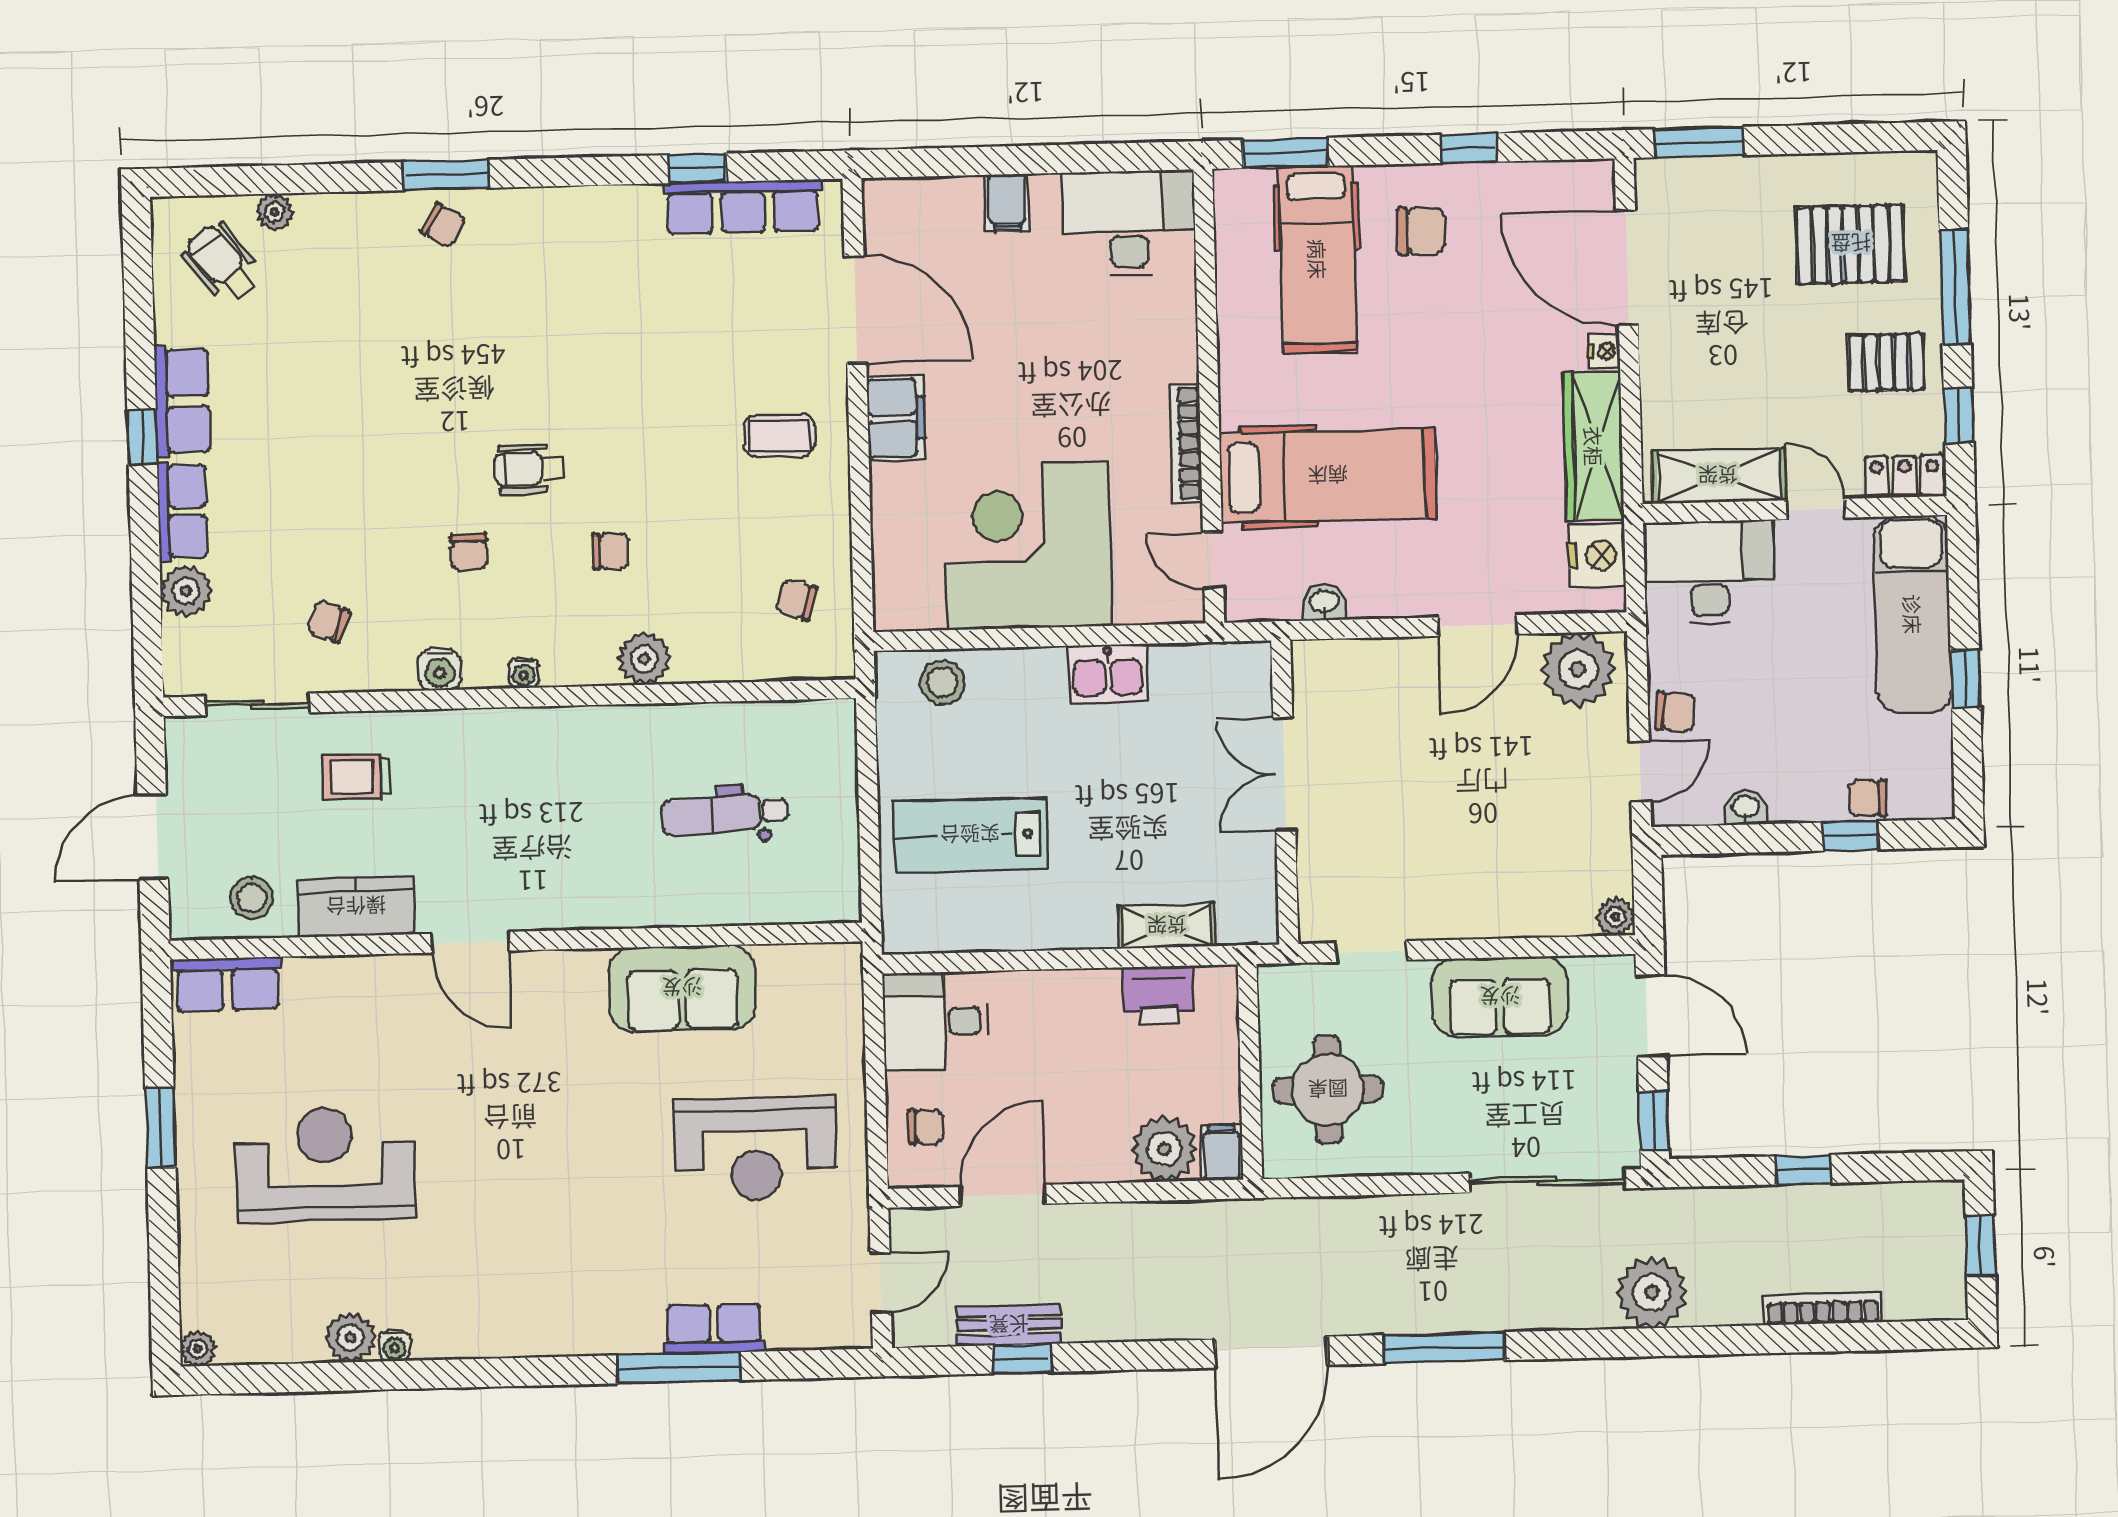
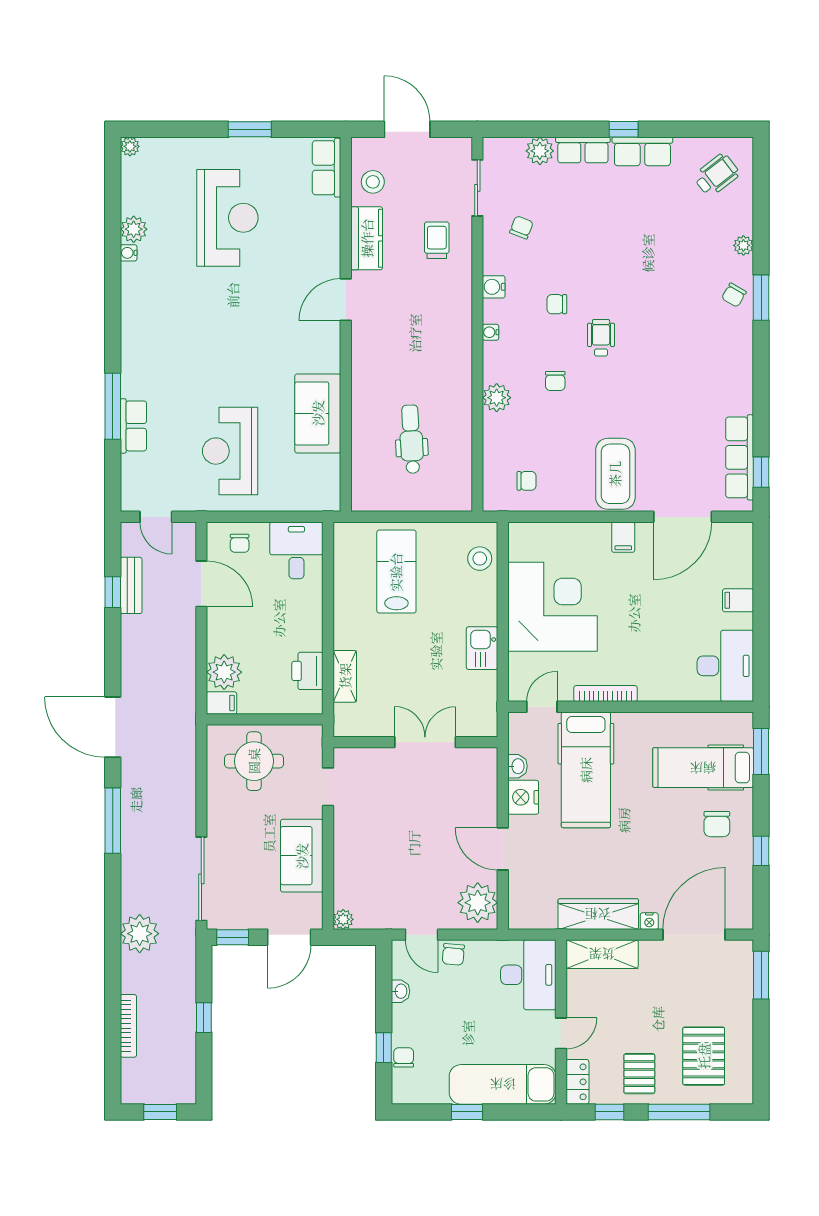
window: (698, 168) -> (761, 472), moved
plant: (274, 212) -> (743, 245), moved
filing cabinet: (896, 418) -> (623, 537), width x0.50
coffee table: (779, 436) -> (615, 474), width x1.86, depth x1.72
shelving: (1718, 476) -> (602, 954), moved, turned 90
nightstand: (1597, 555) -> (523, 797), moved, turned 90
chair: (796, 600) -> (526, 481), turned 73

